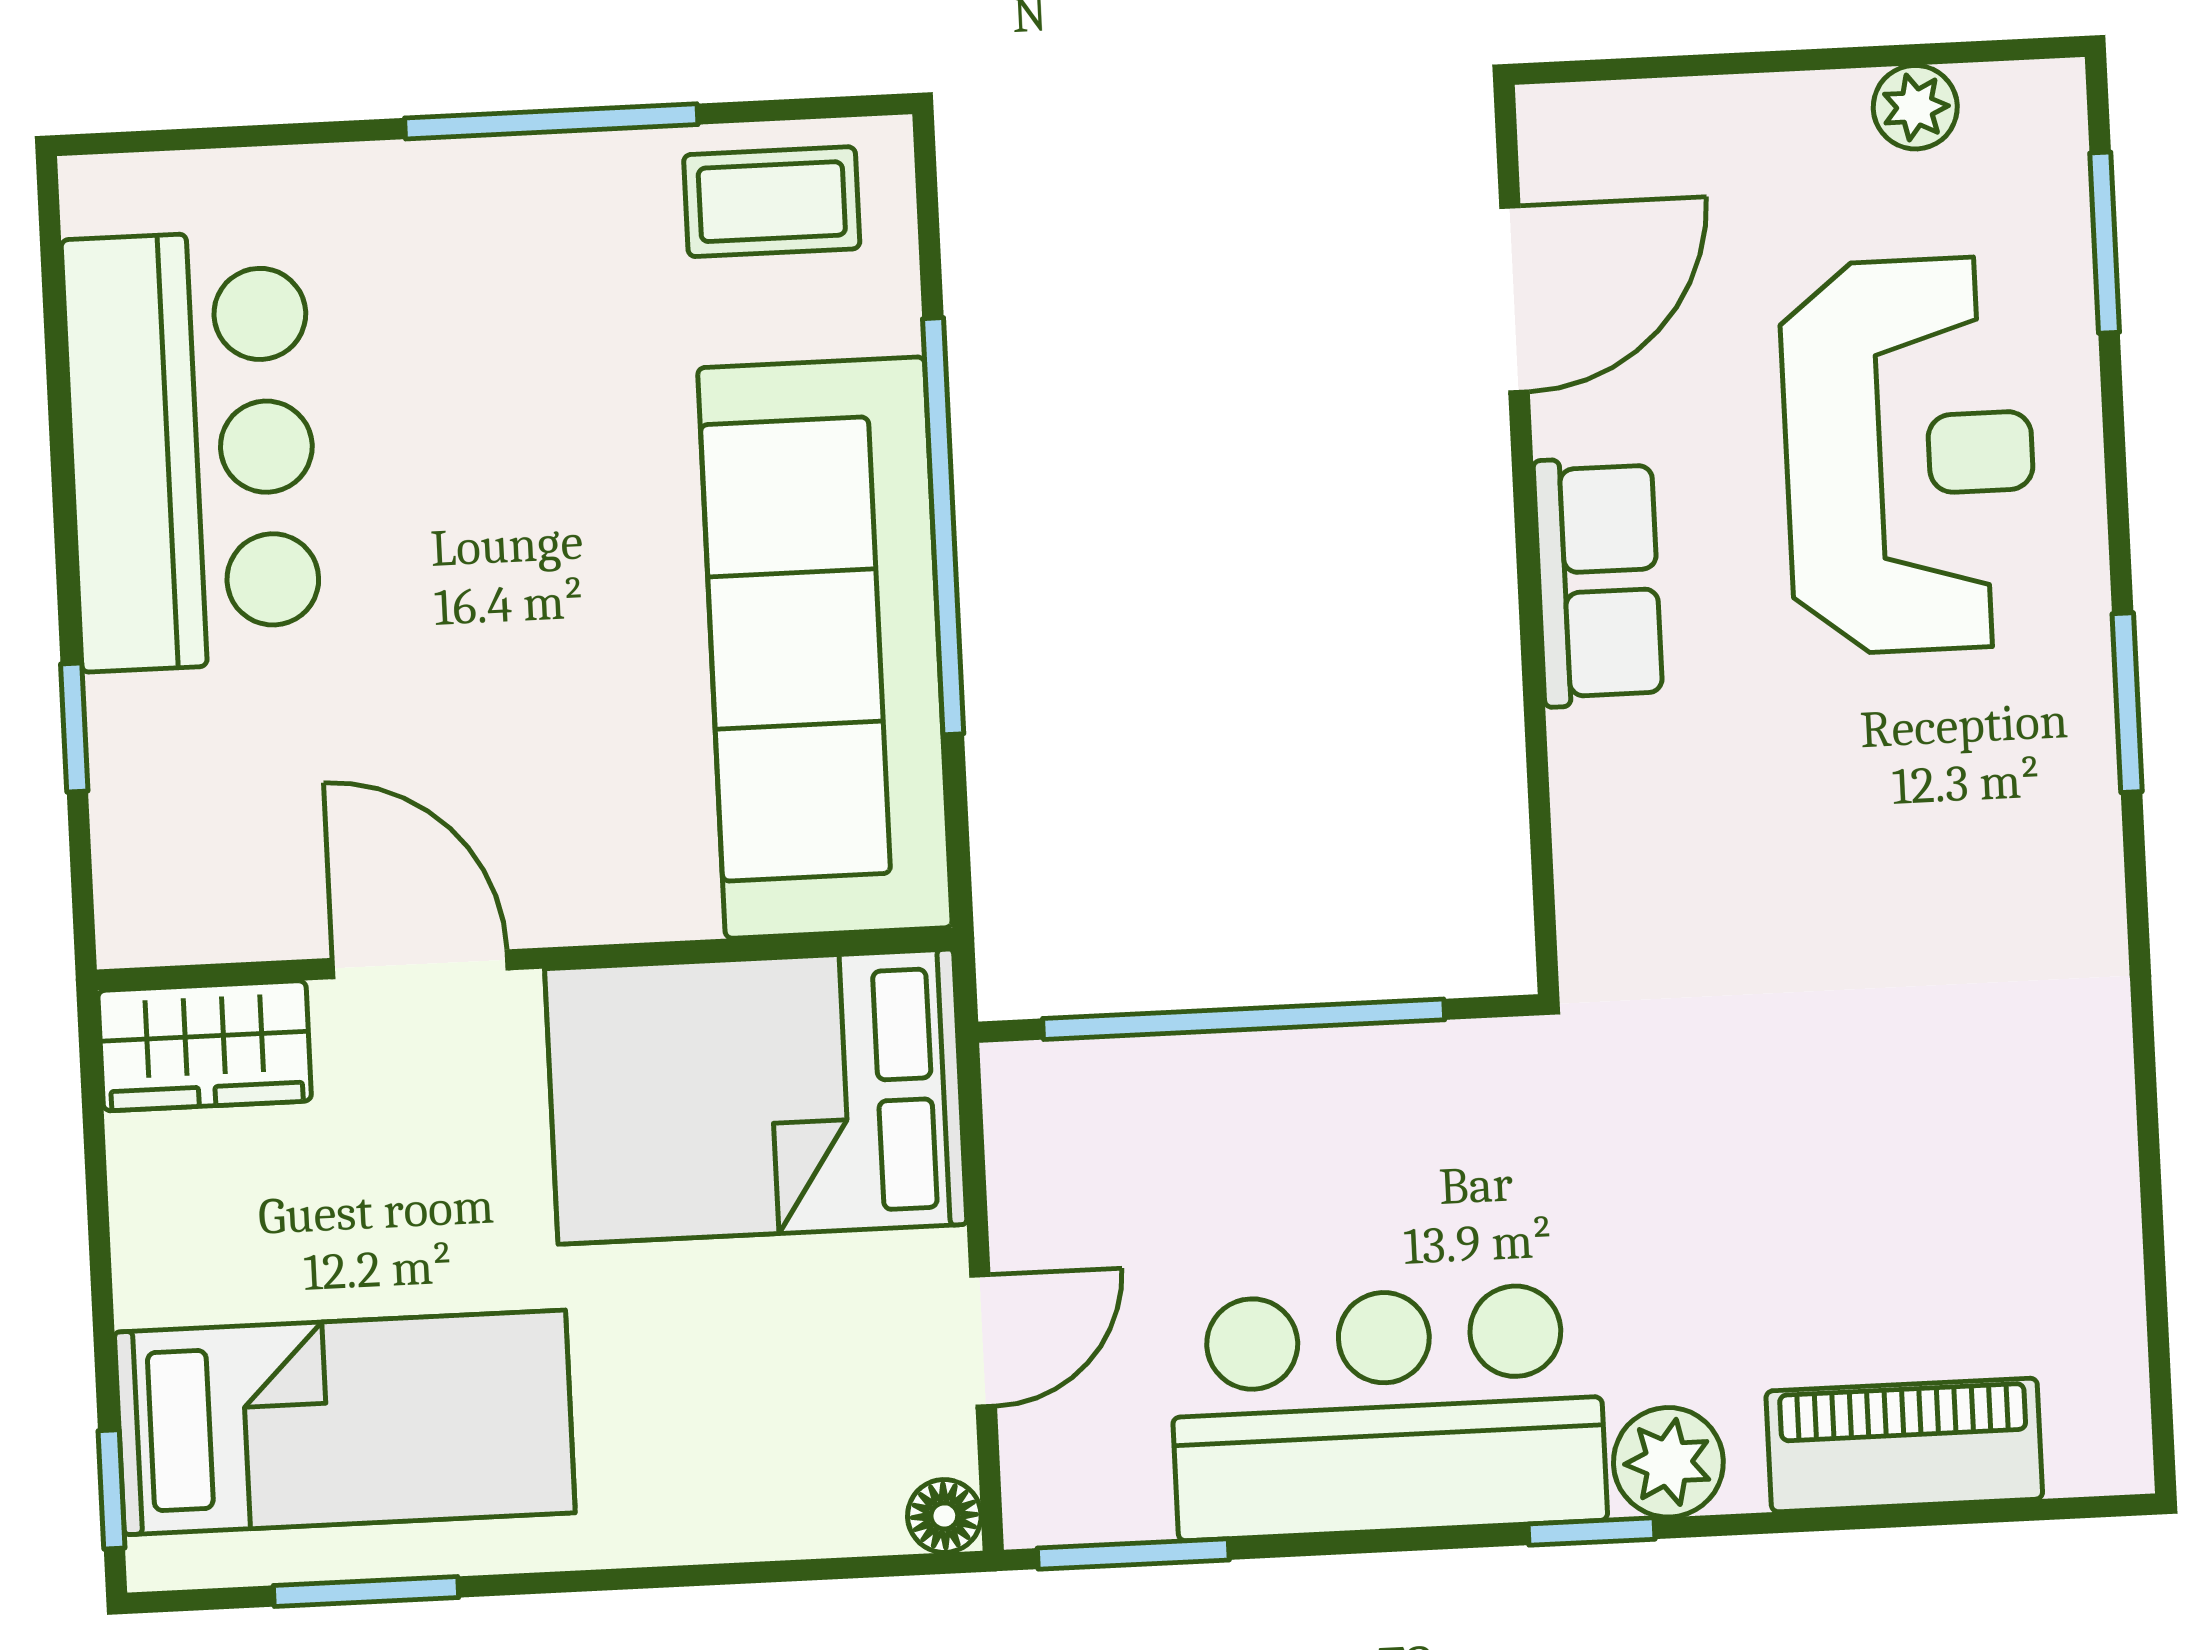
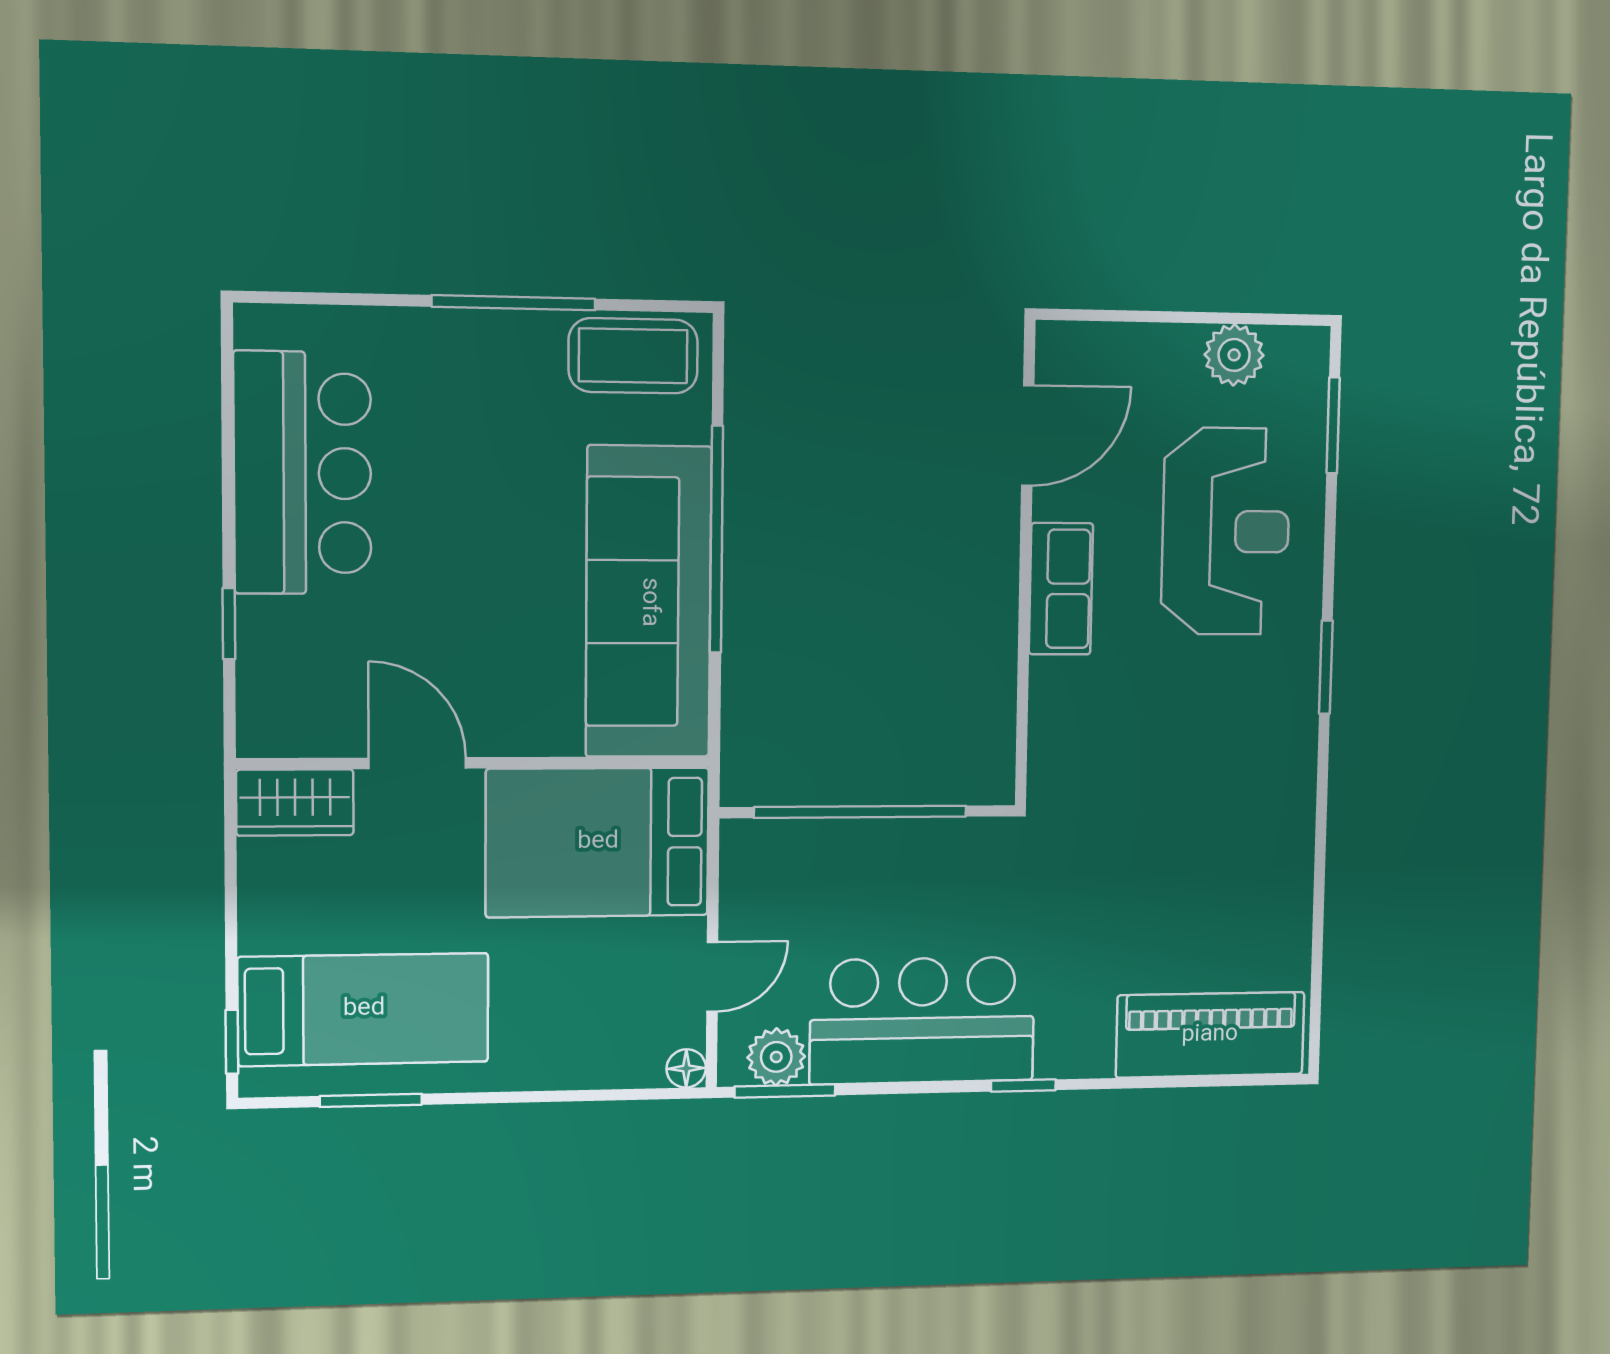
plant: (1915, 107) -> (1234, 355), width x1.38, depth x1.38
coffee table: (772, 202) -> (633, 356), width x1.36, depth x1.30
piano: (1904, 1445) -> (1210, 1035), width x1.37, depth x1.33
plant: (1668, 1462) -> (776, 1057), moved

